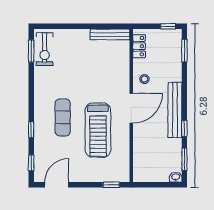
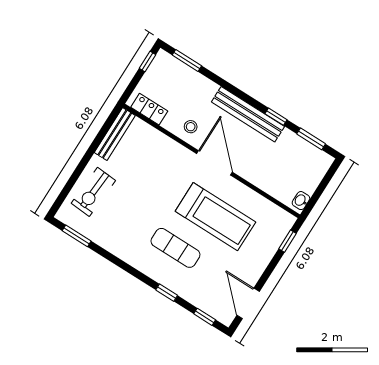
exercise bike: (45, 49) -> (93, 192), moved, turned 94
washbasin: (176, 177) -> (301, 201), moved

